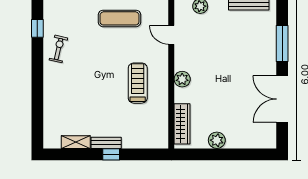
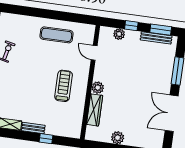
wardrobe: (182, 124) -> (95, 110), moved
window: (111, 154) -> (46, 139), moved

